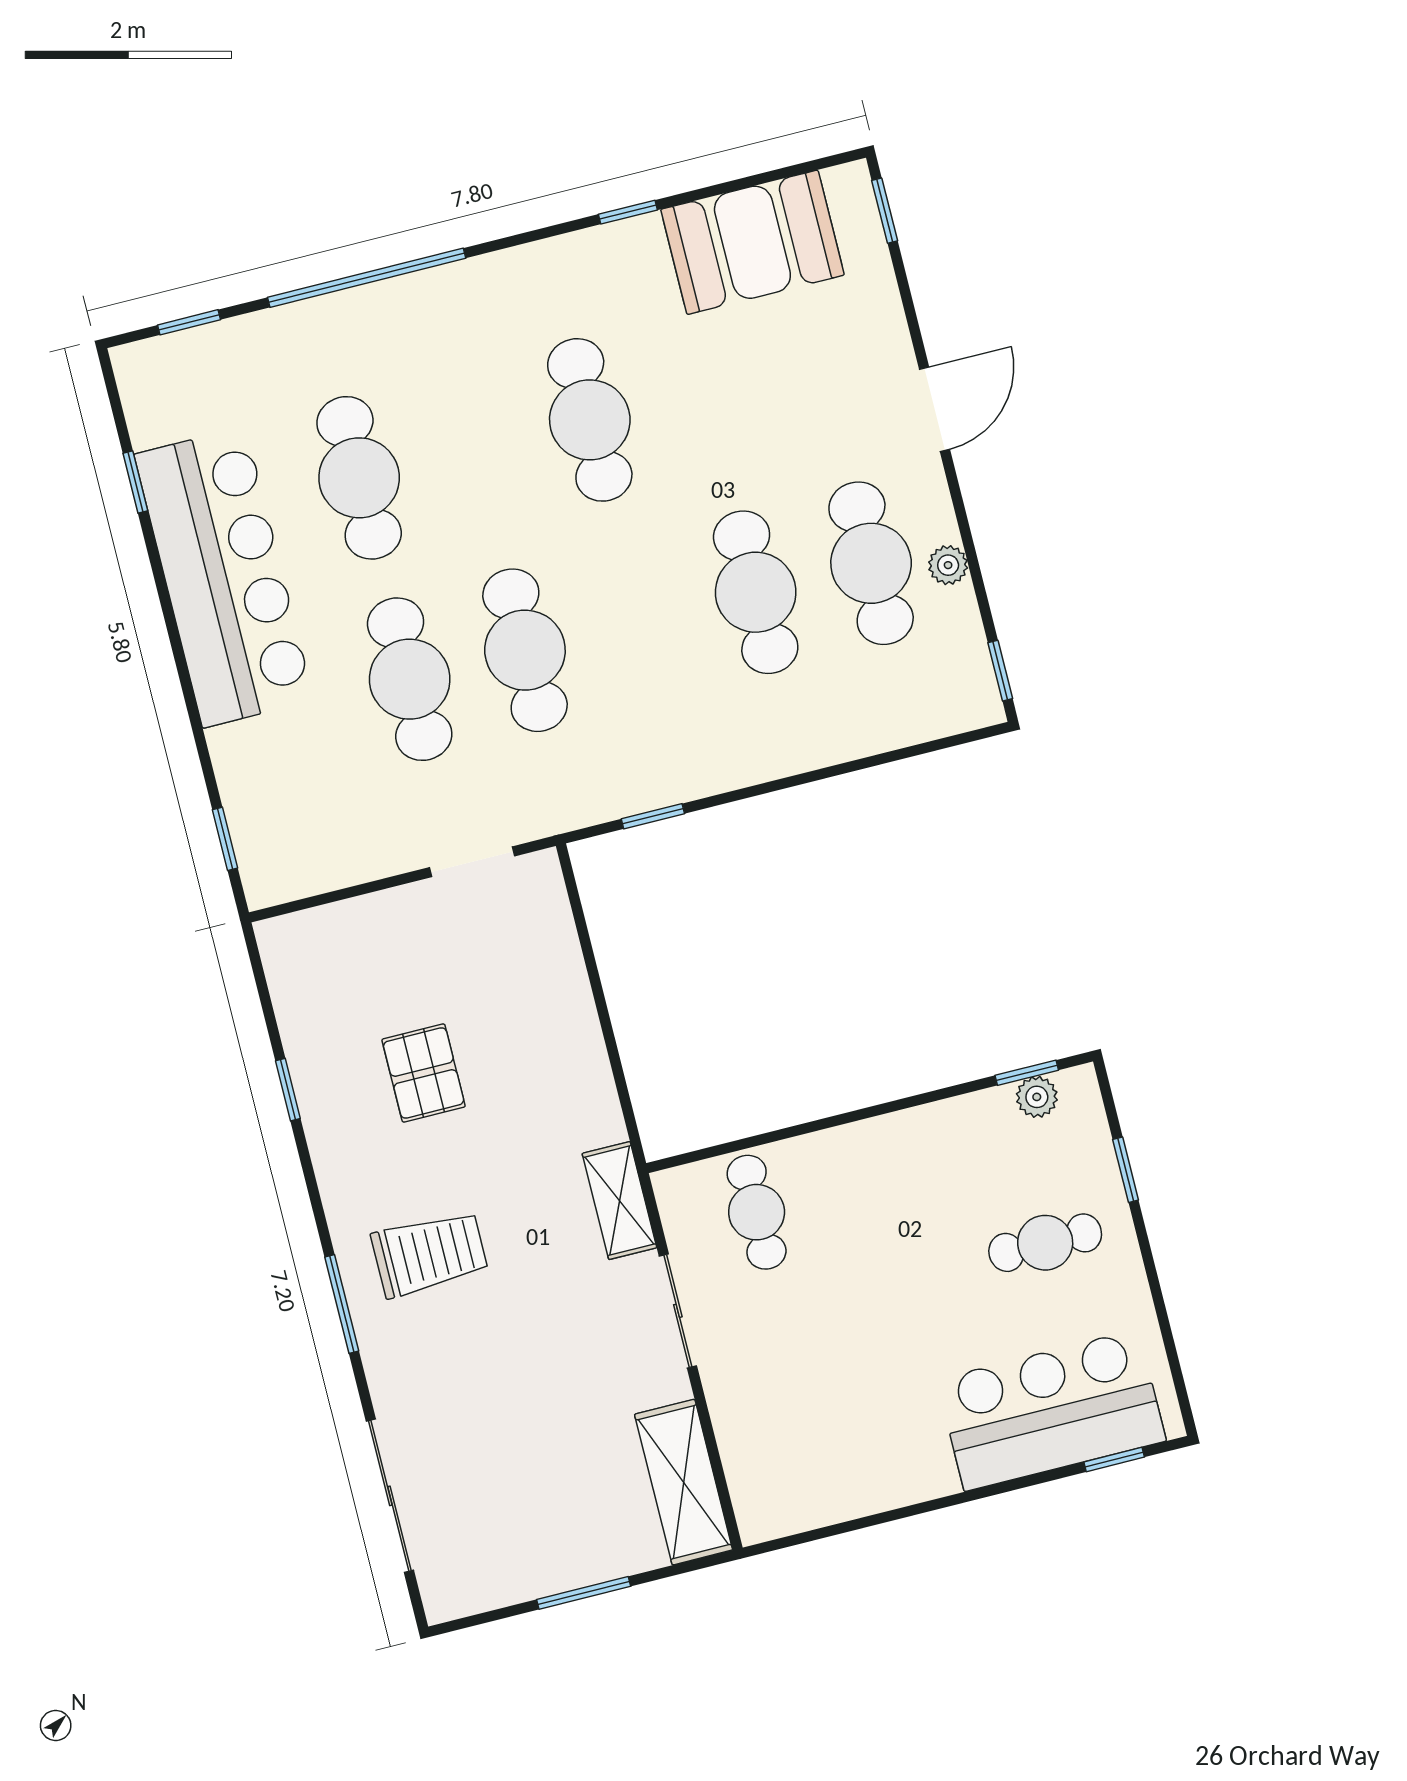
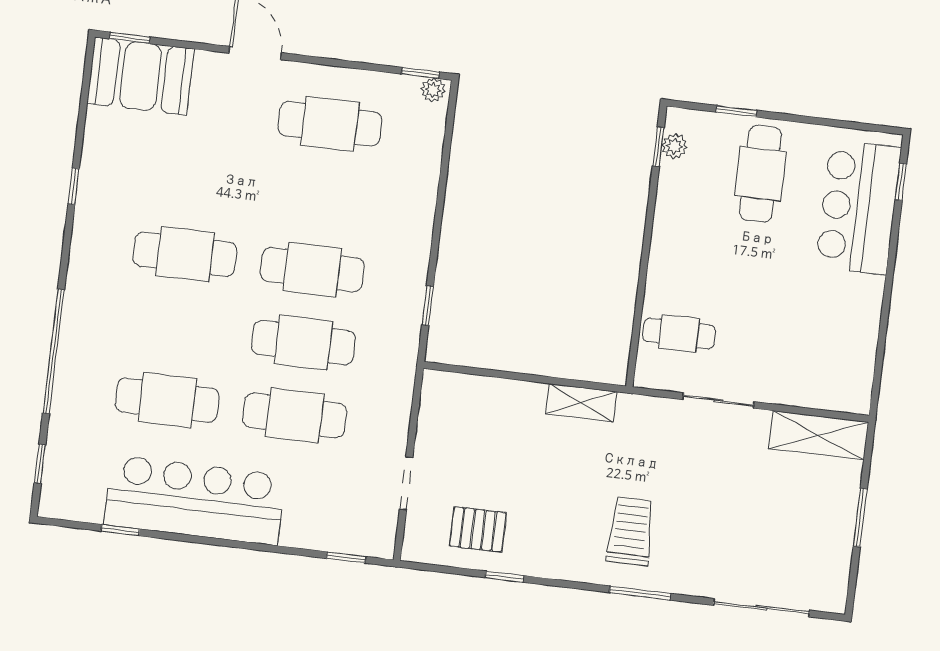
booth: (752, 242) -> (141, 76), moved, turned 90
plant: (948, 565) -> (433, 90), moved
cafe table: (756, 592) -> (312, 270), moved
doorway: (472, 862) -> (406, 483), moved
pallet: (424, 1073) -> (478, 529), moved
shelving: (619, 1201) -> (581, 403), moved
cafe table: (1045, 1243) -> (760, 174), width x1.37, depth x1.35

